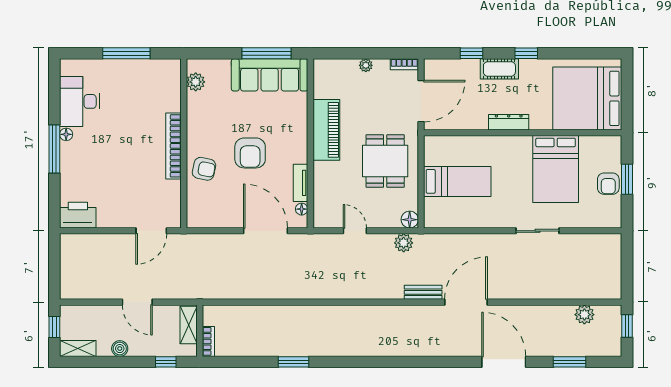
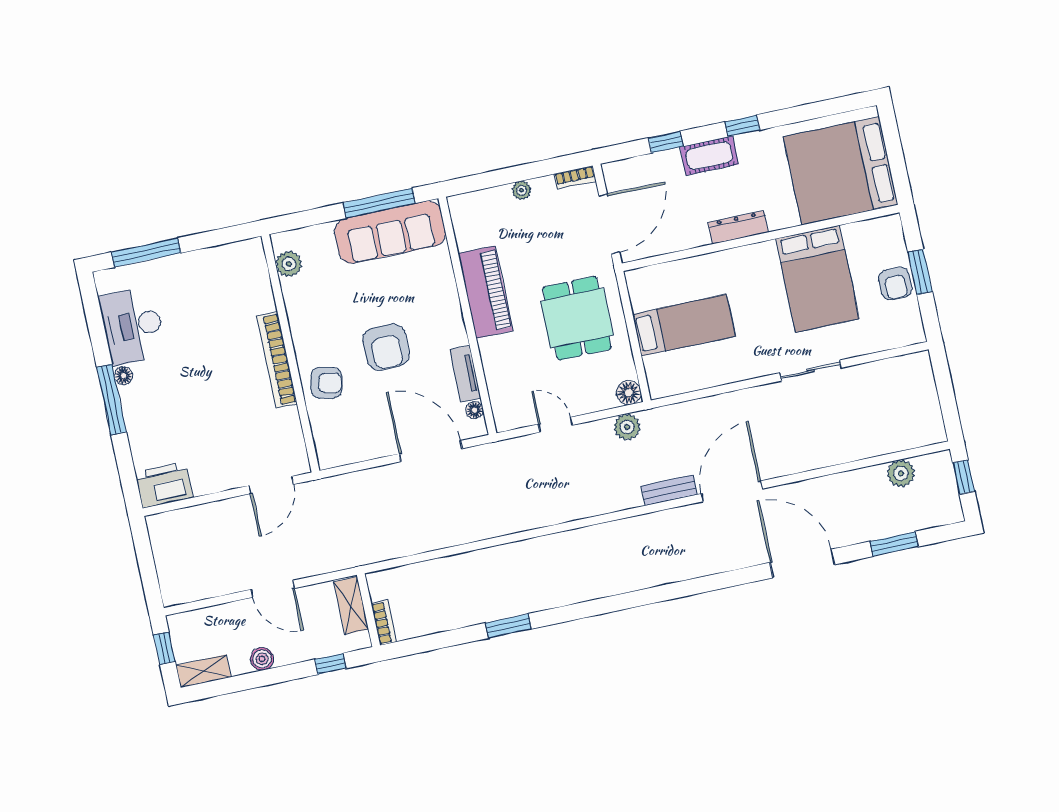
window: (126, 53) -> (146, 253), moved

